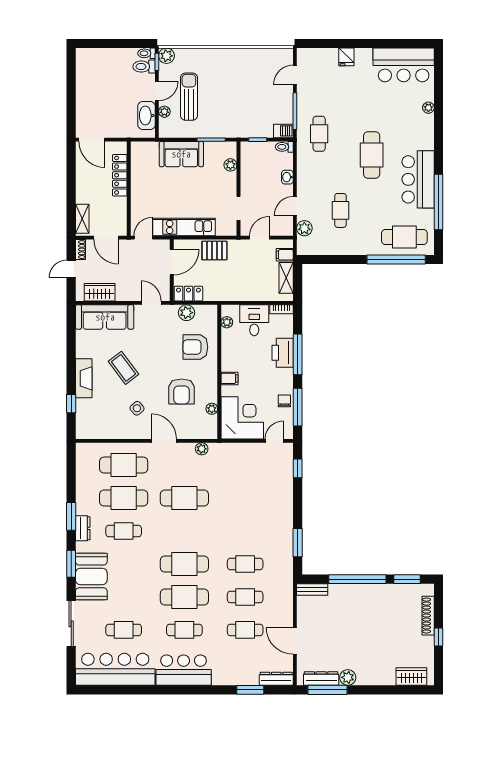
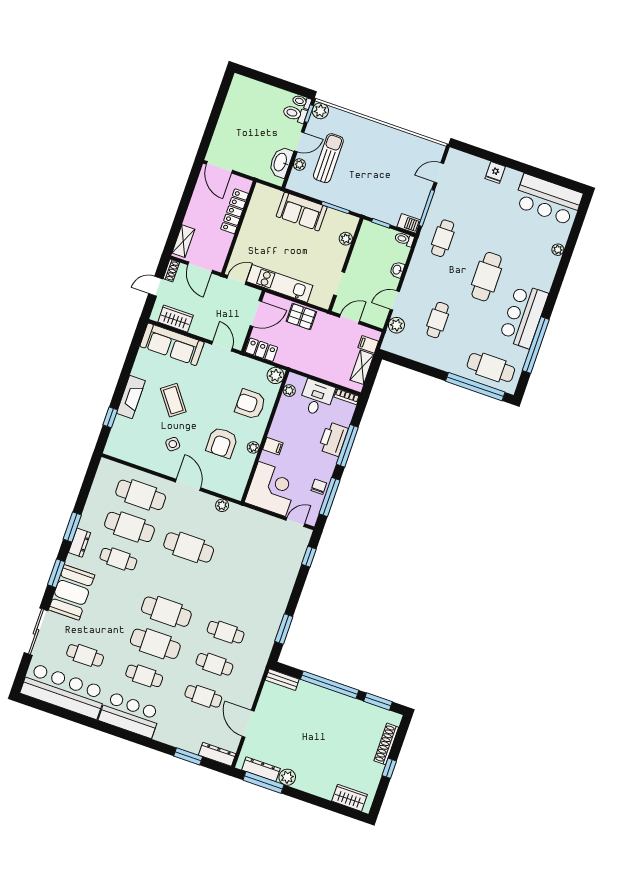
plant: (186, 313) -> (276, 375), moved
plant: (212, 409) -> (253, 447), moved

